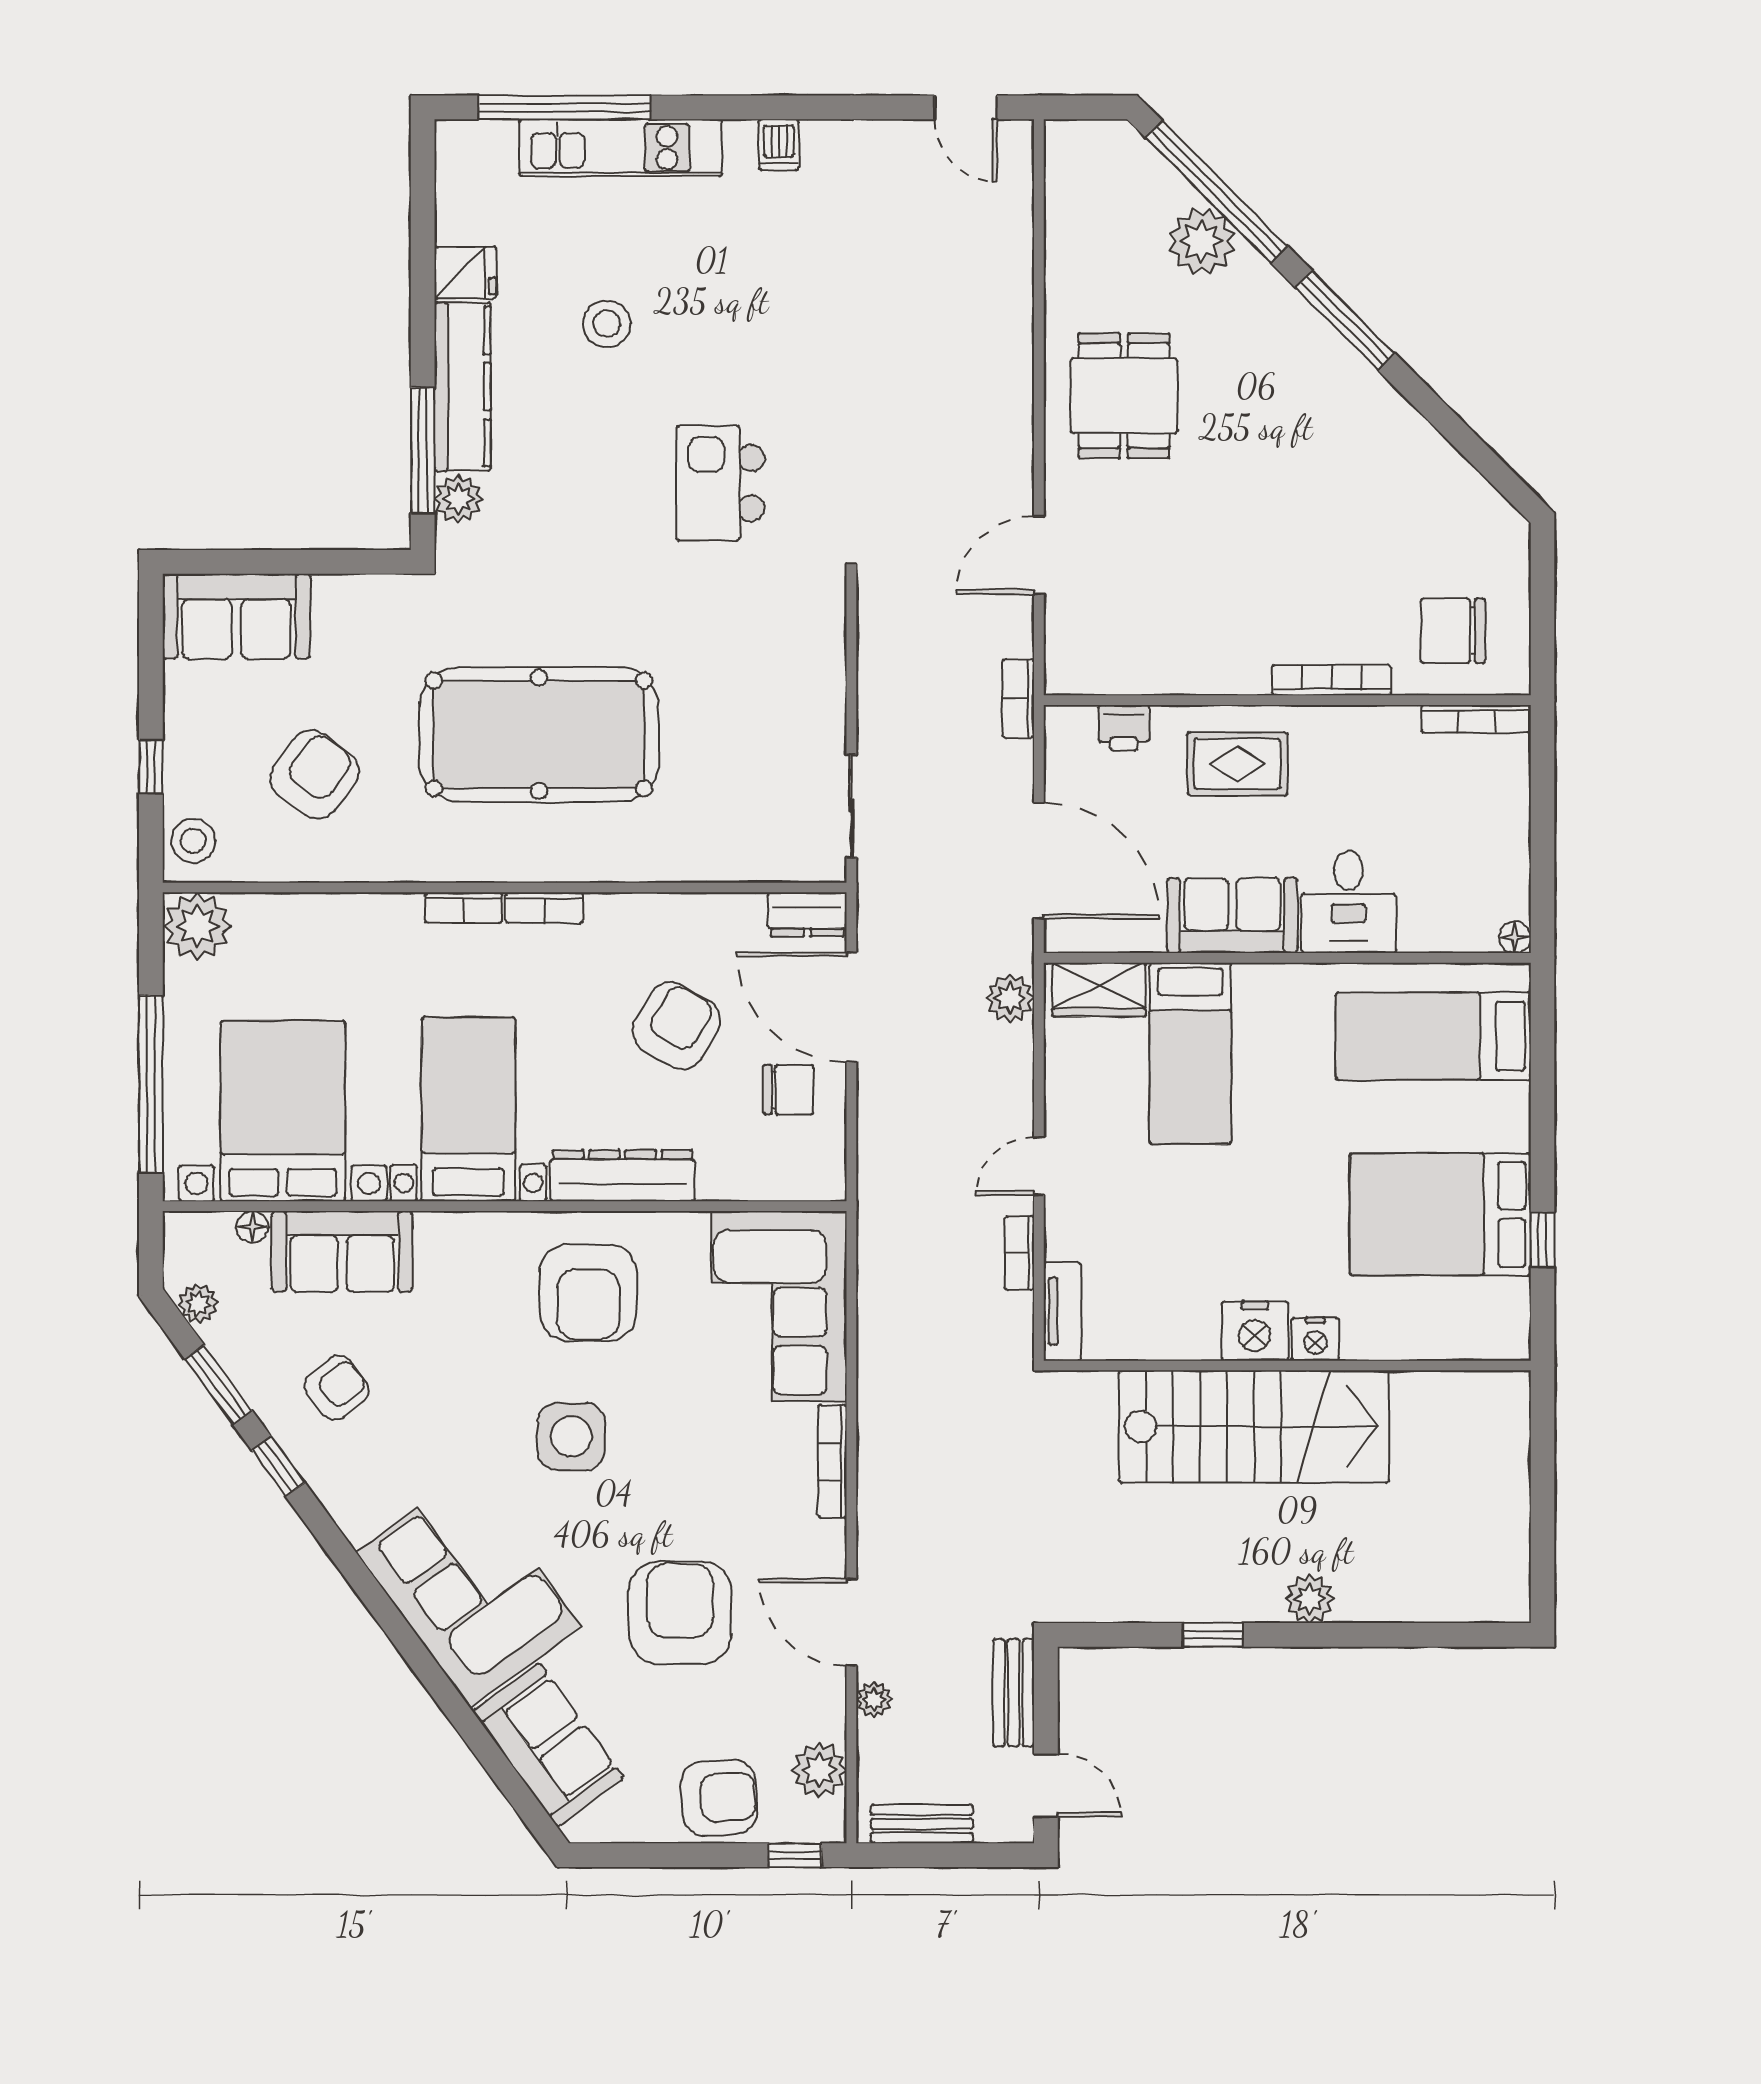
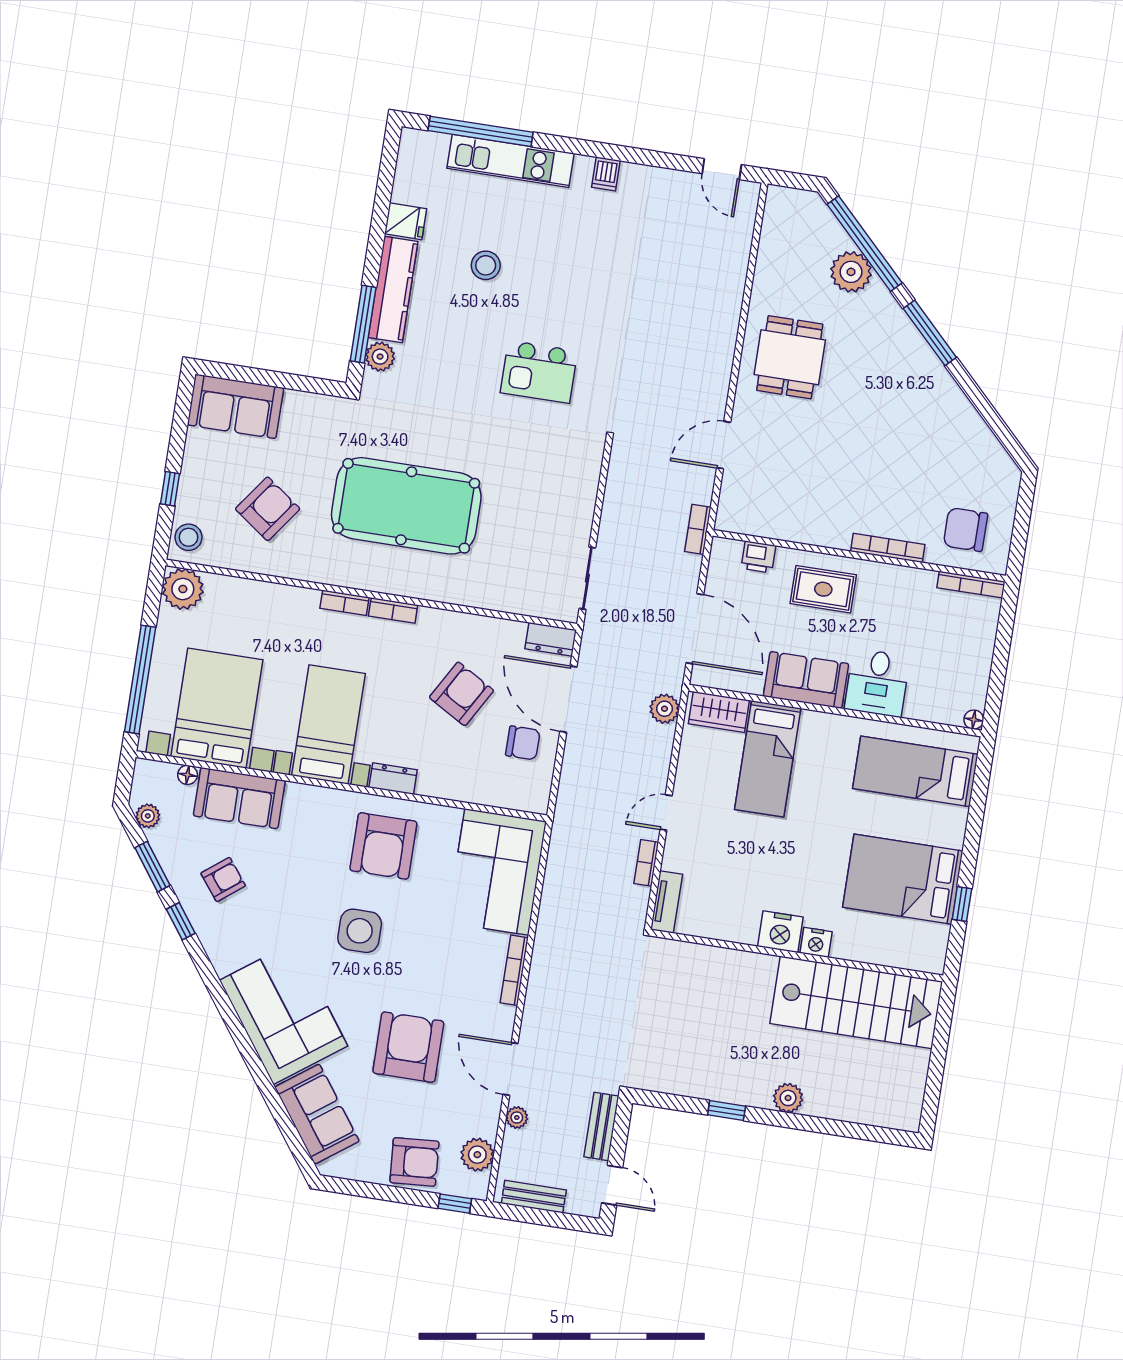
kitchen island: (720, 483) -> (539, 372), turned -90
dresser: (622, 1176) -> (393, 779), width x0.51, depth x0.80
stairs: (1254, 1426) -> (856, 1002), moved

